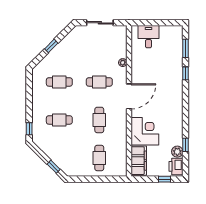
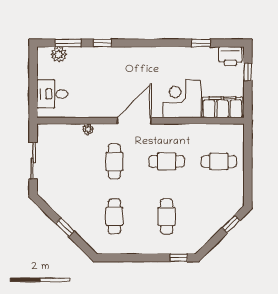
door: (129, 96) -> (134, 121), hinge flipped
plant: (177, 152) -> (59, 54), moved

